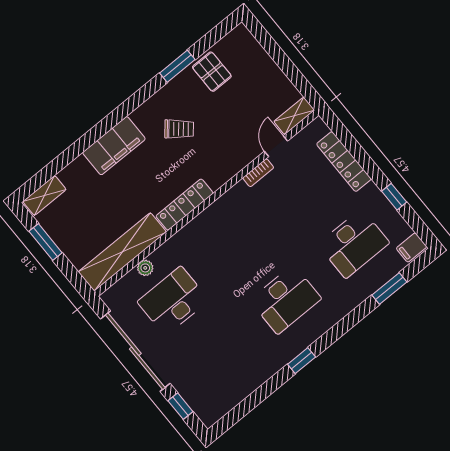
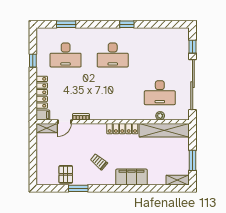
desk: (354, 244) -> (66, 55), turned 180
filing cabinet: (412, 248) -> (43, 115), moved
desk: (286, 299) -> (113, 55), turned 180

